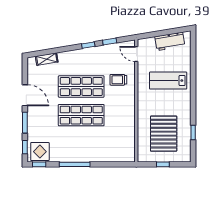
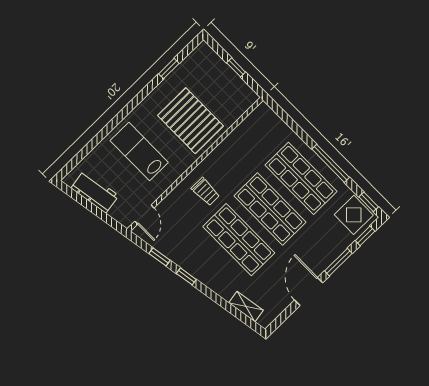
trolley: (118, 80) -> (206, 192), moved
lab bench: (168, 81) -> (139, 152), turned 180
pallet: (164, 134) -> (190, 121), moved, turned 90
shop shelf: (81, 144) -> (301, 178), added

